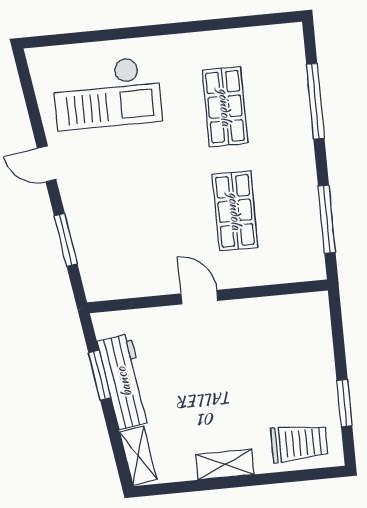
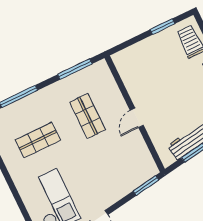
shop shelf: (235, 211) -> (88, 116), turned 90
window: (66, 240) -> (146, 185), moved

